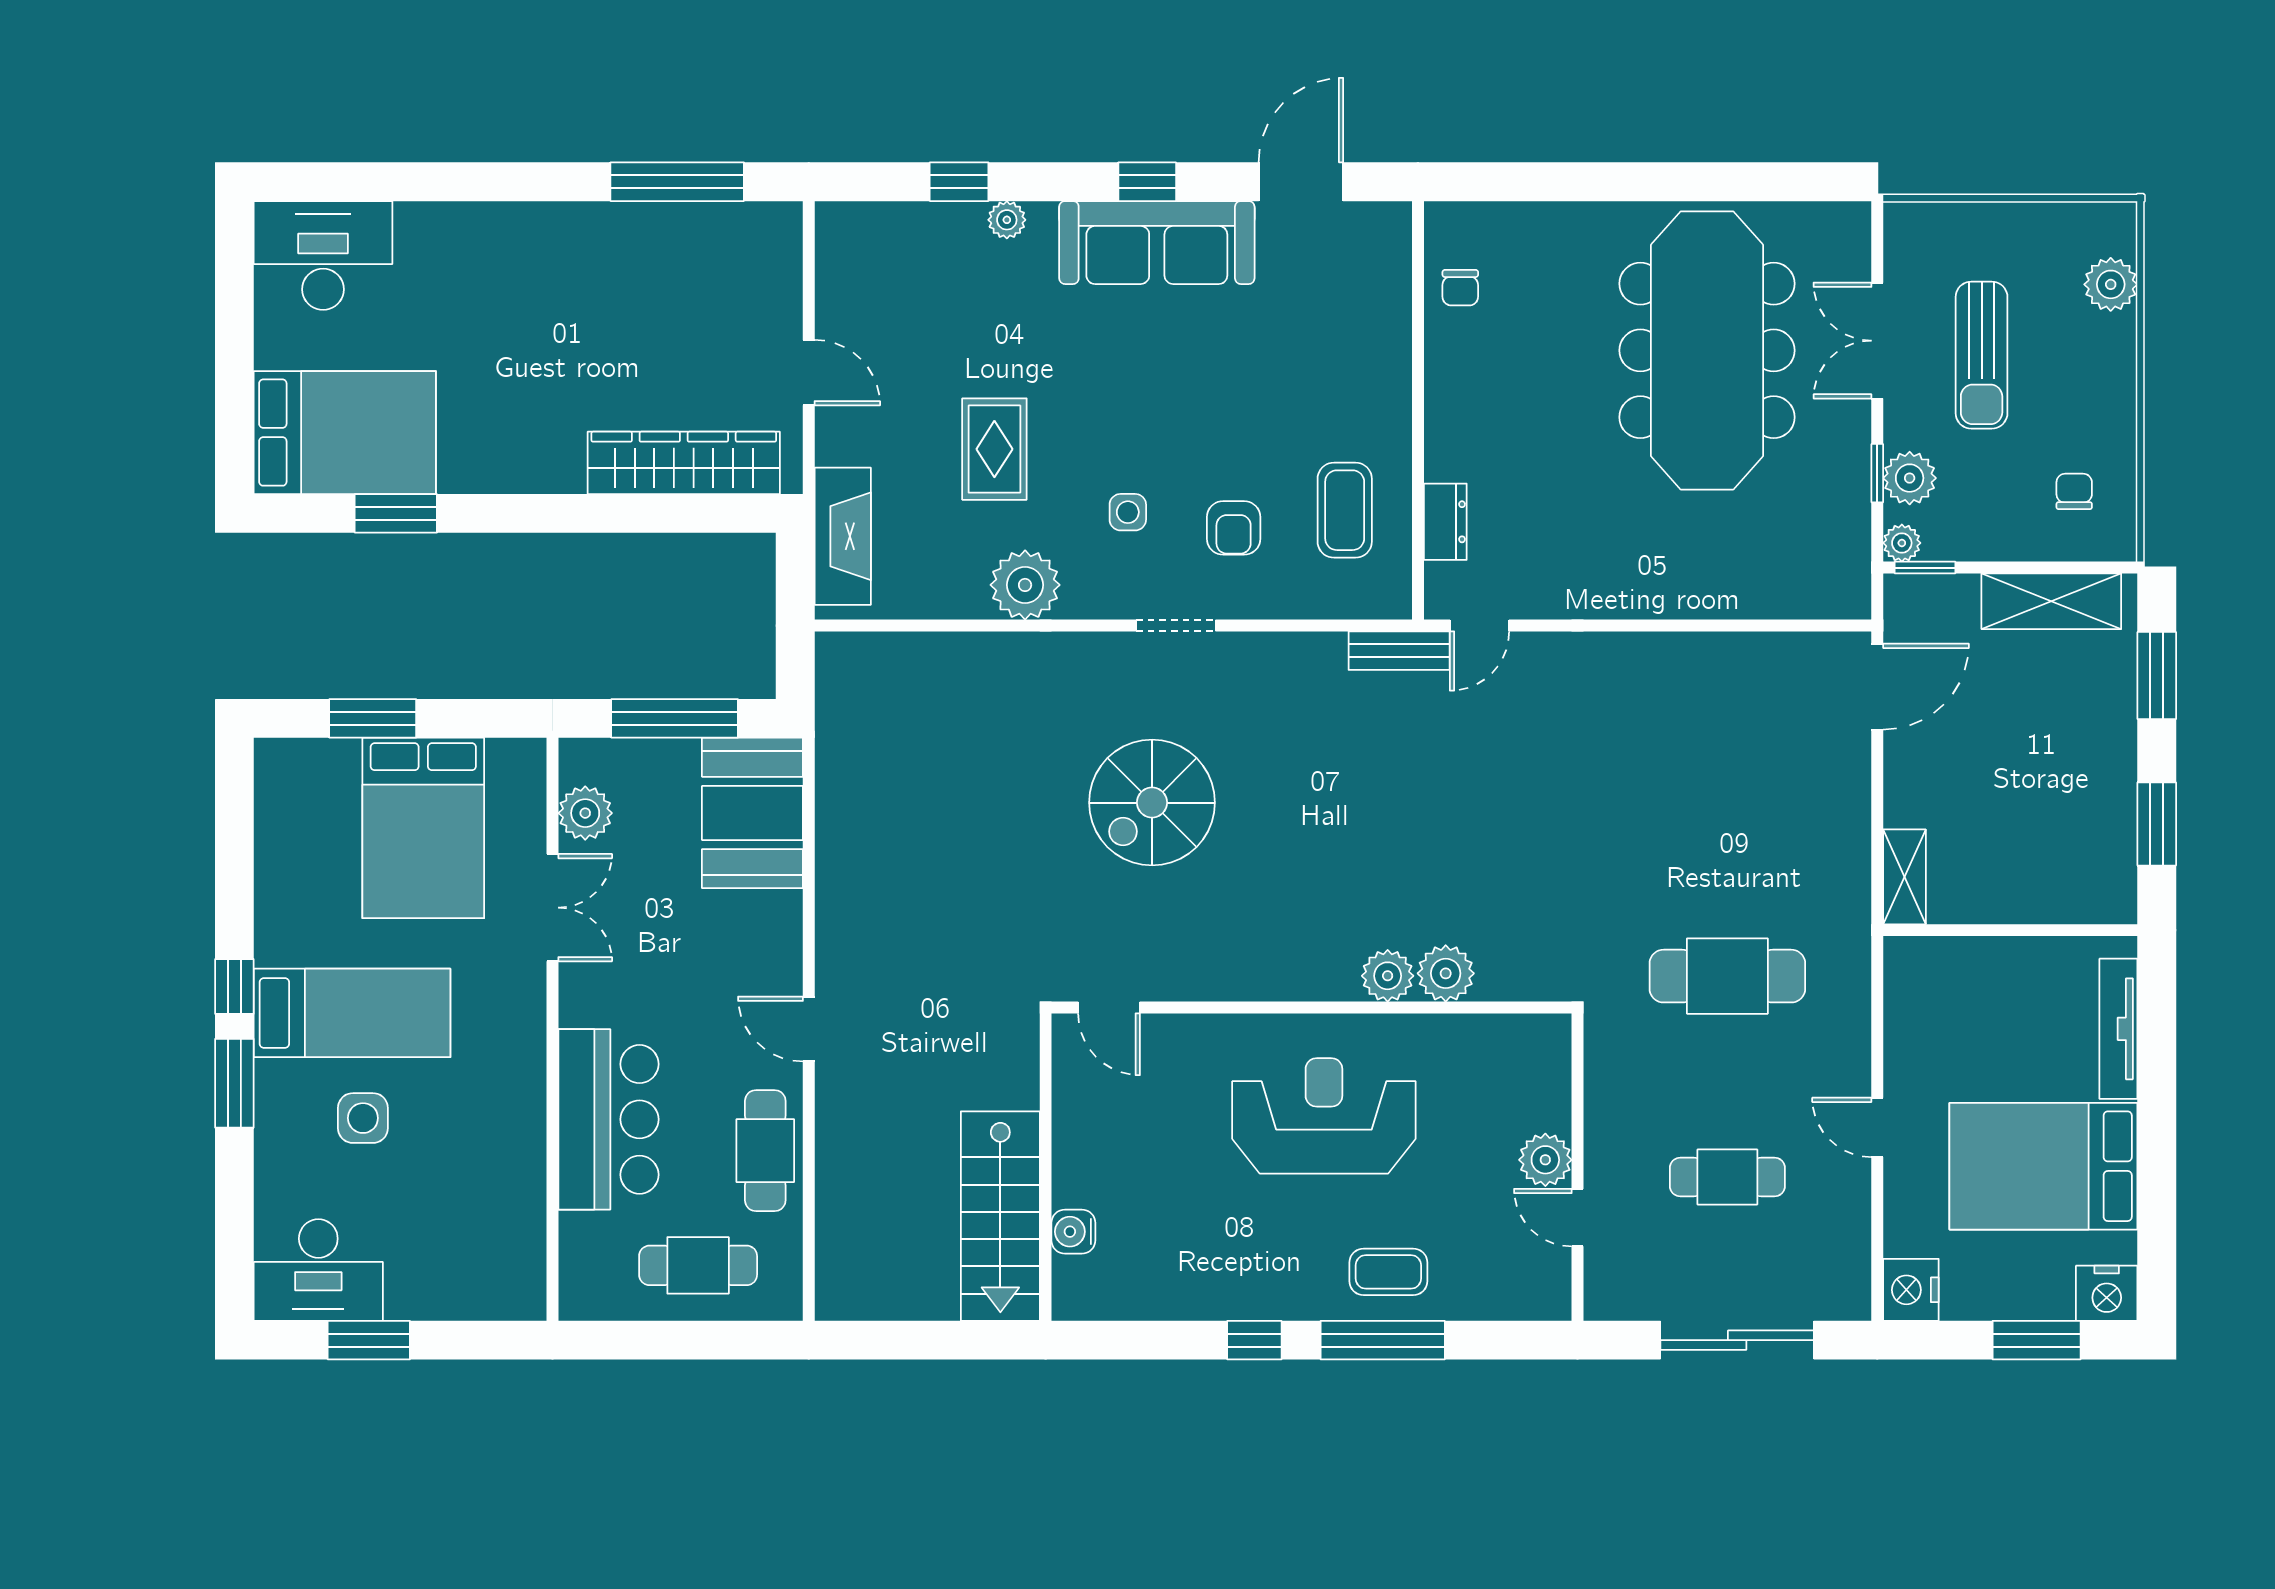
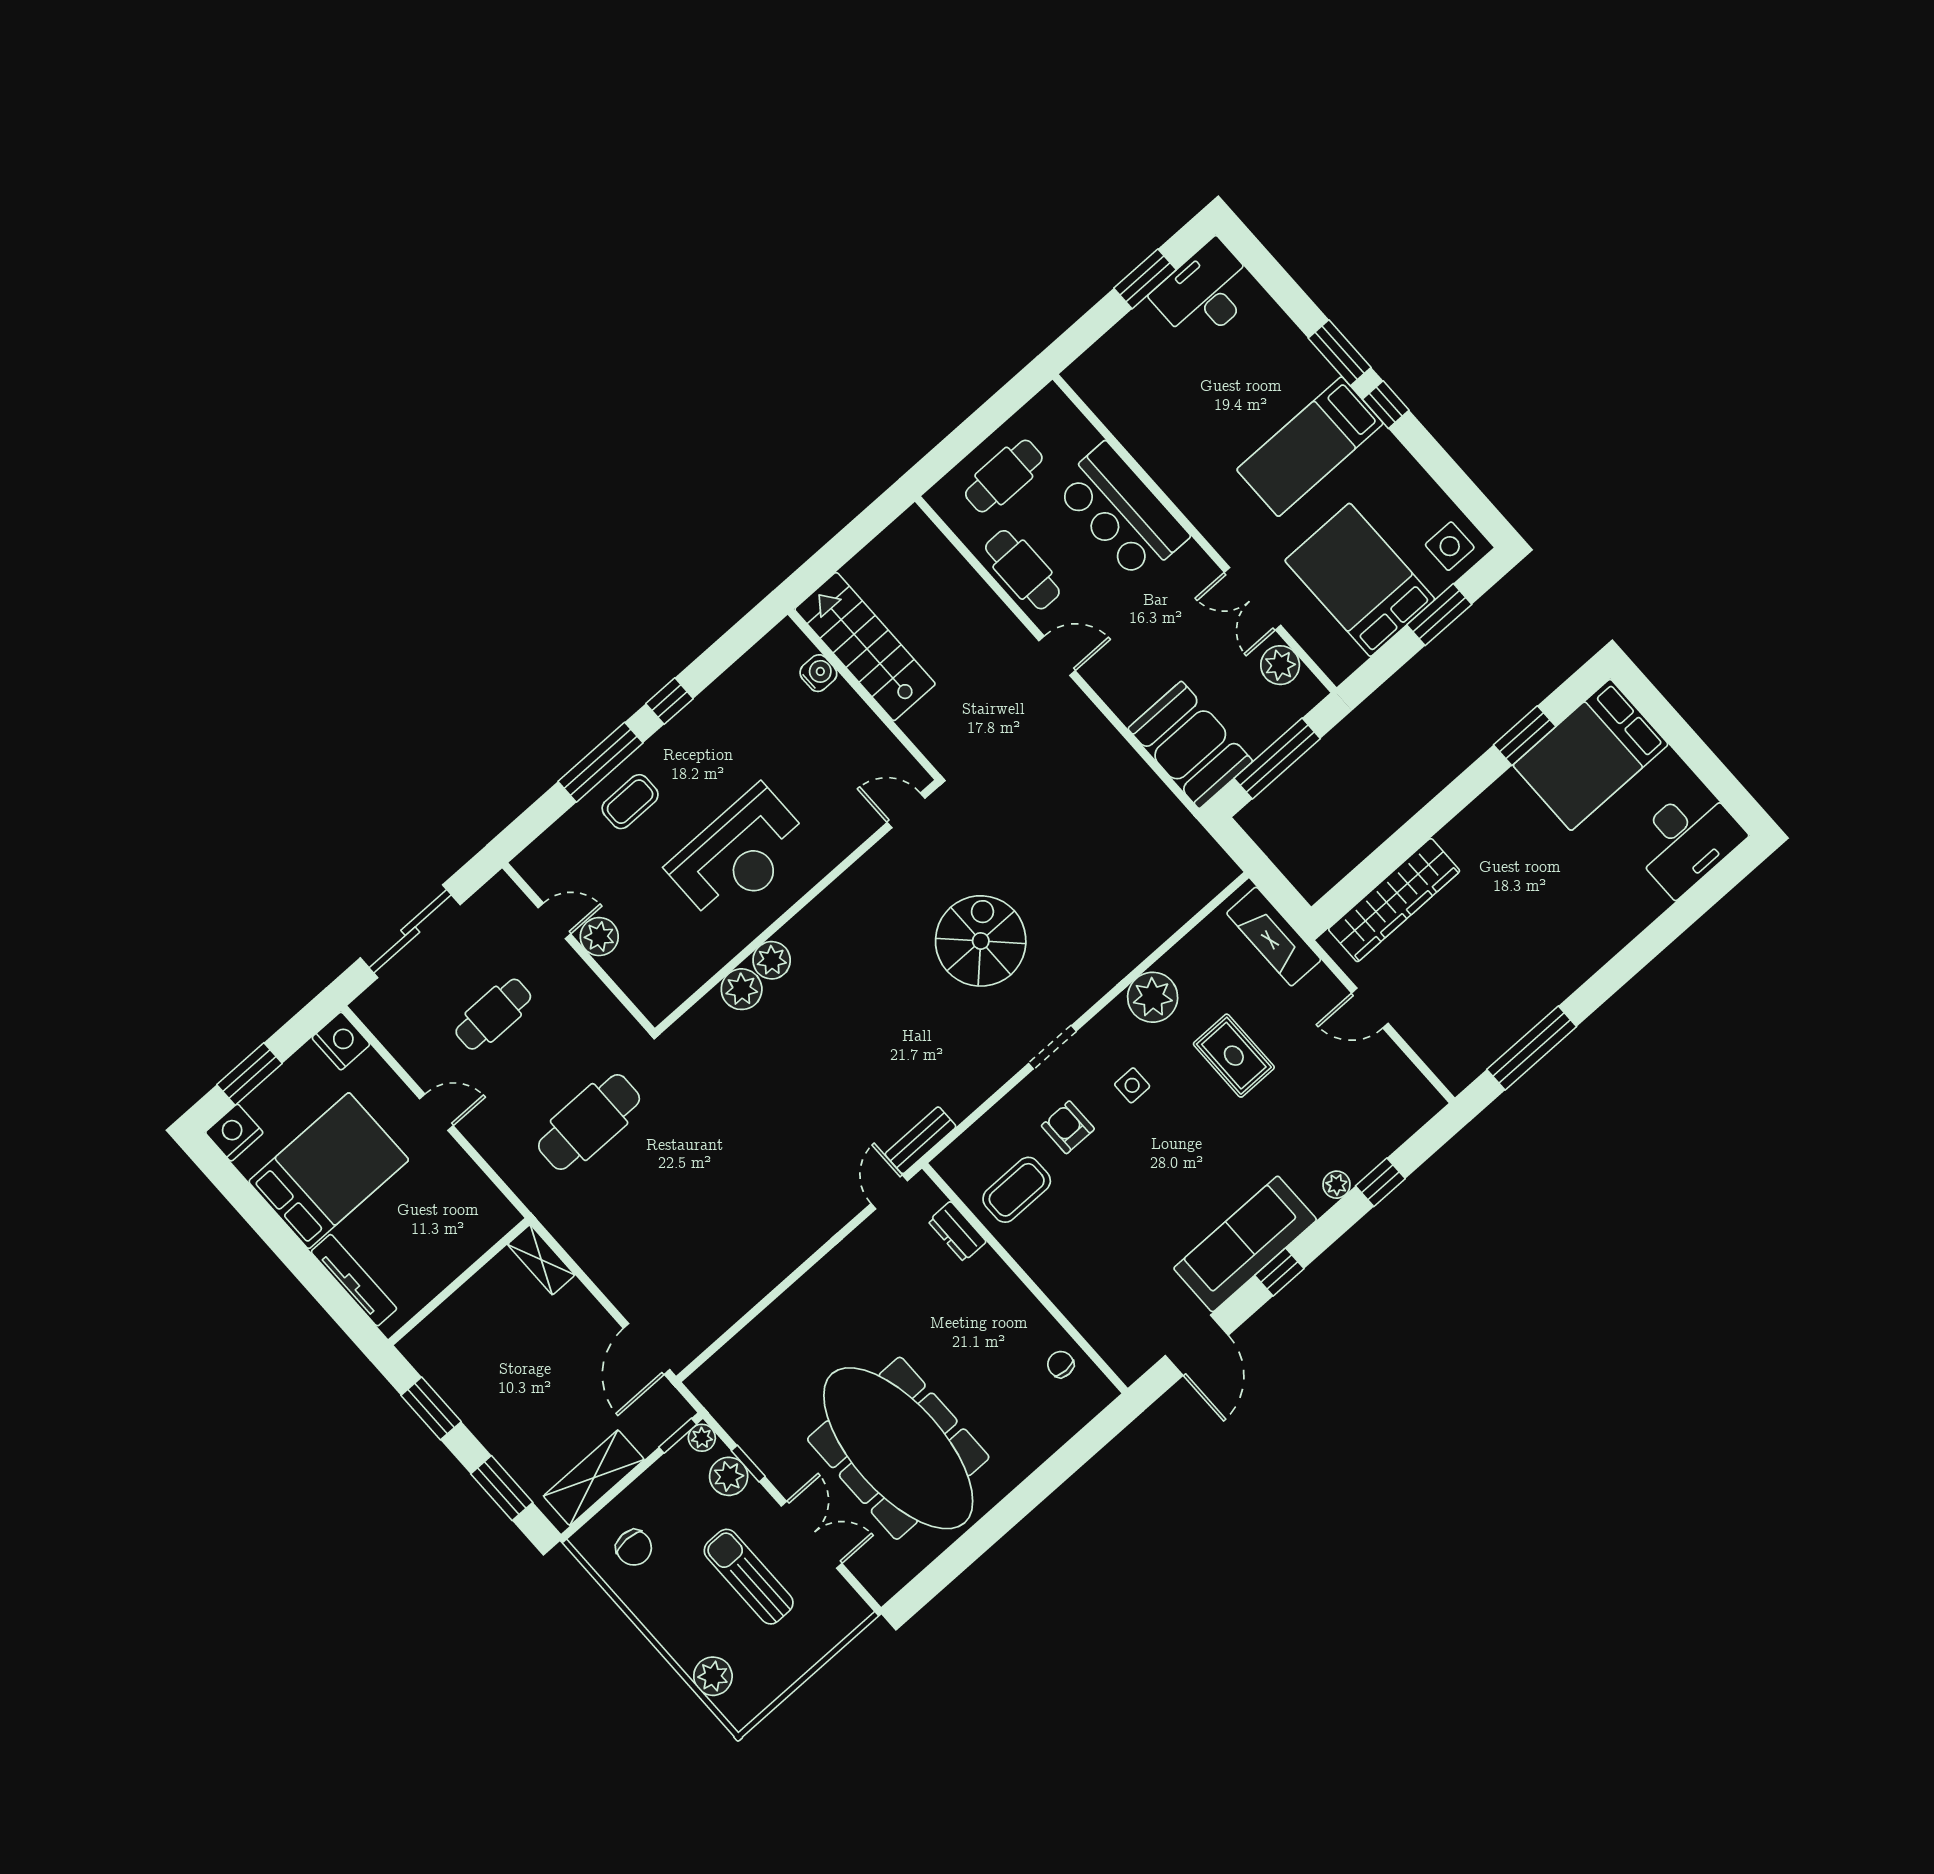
chair: (2074, 491) -> (634, 1548), width x1.37, depth x1.37
coffee table: (1345, 510) -> (1017, 1190), turned 90
side table: (363, 1118) -> (1450, 546), moved

